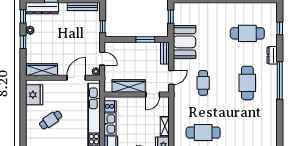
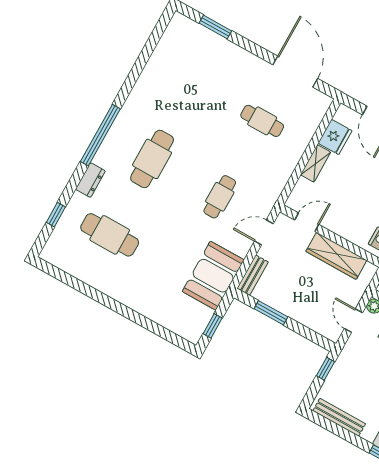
cafe table: (203, 132) -> (262, 121), width x0.73, depth x0.74

